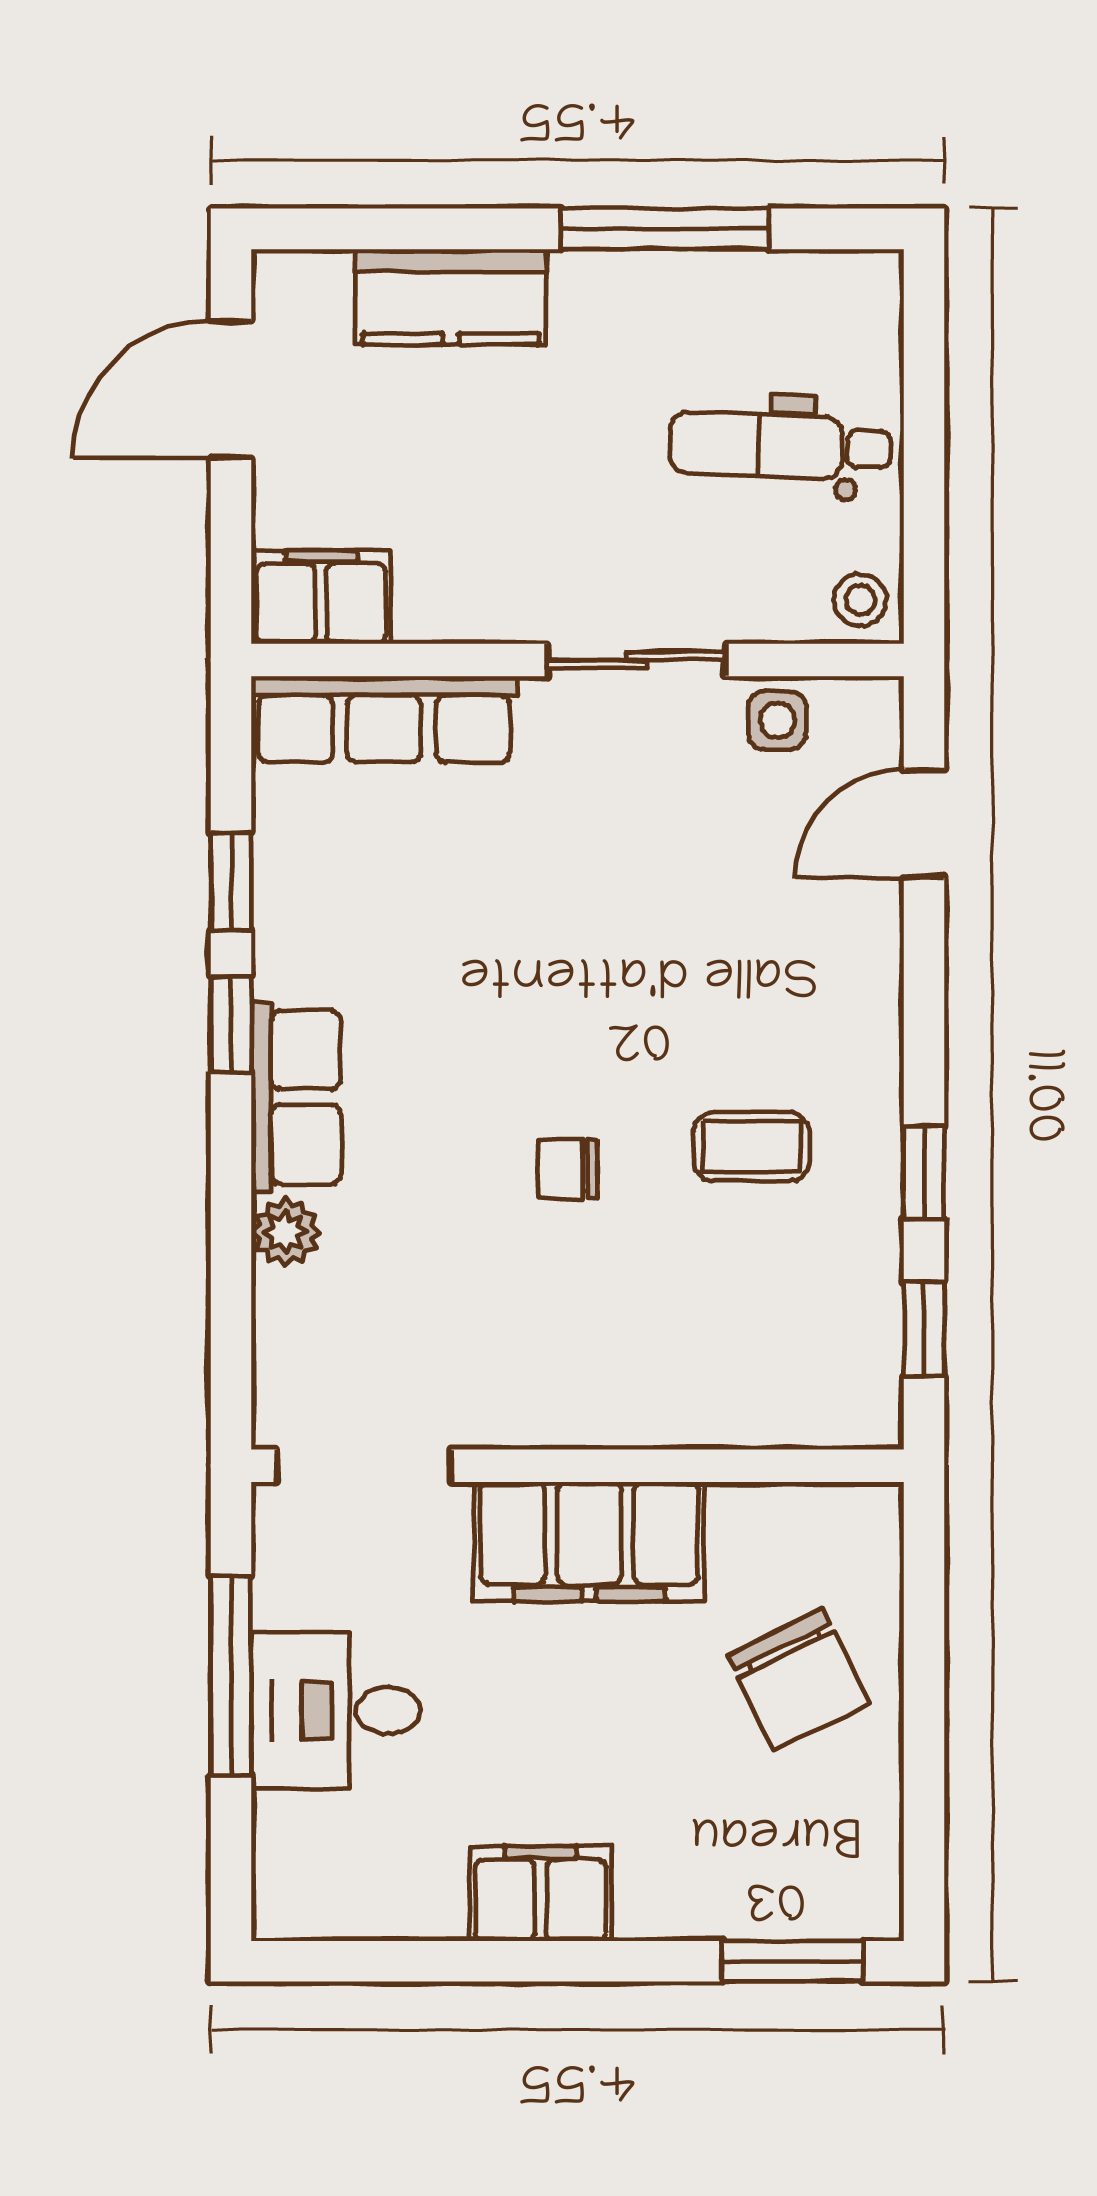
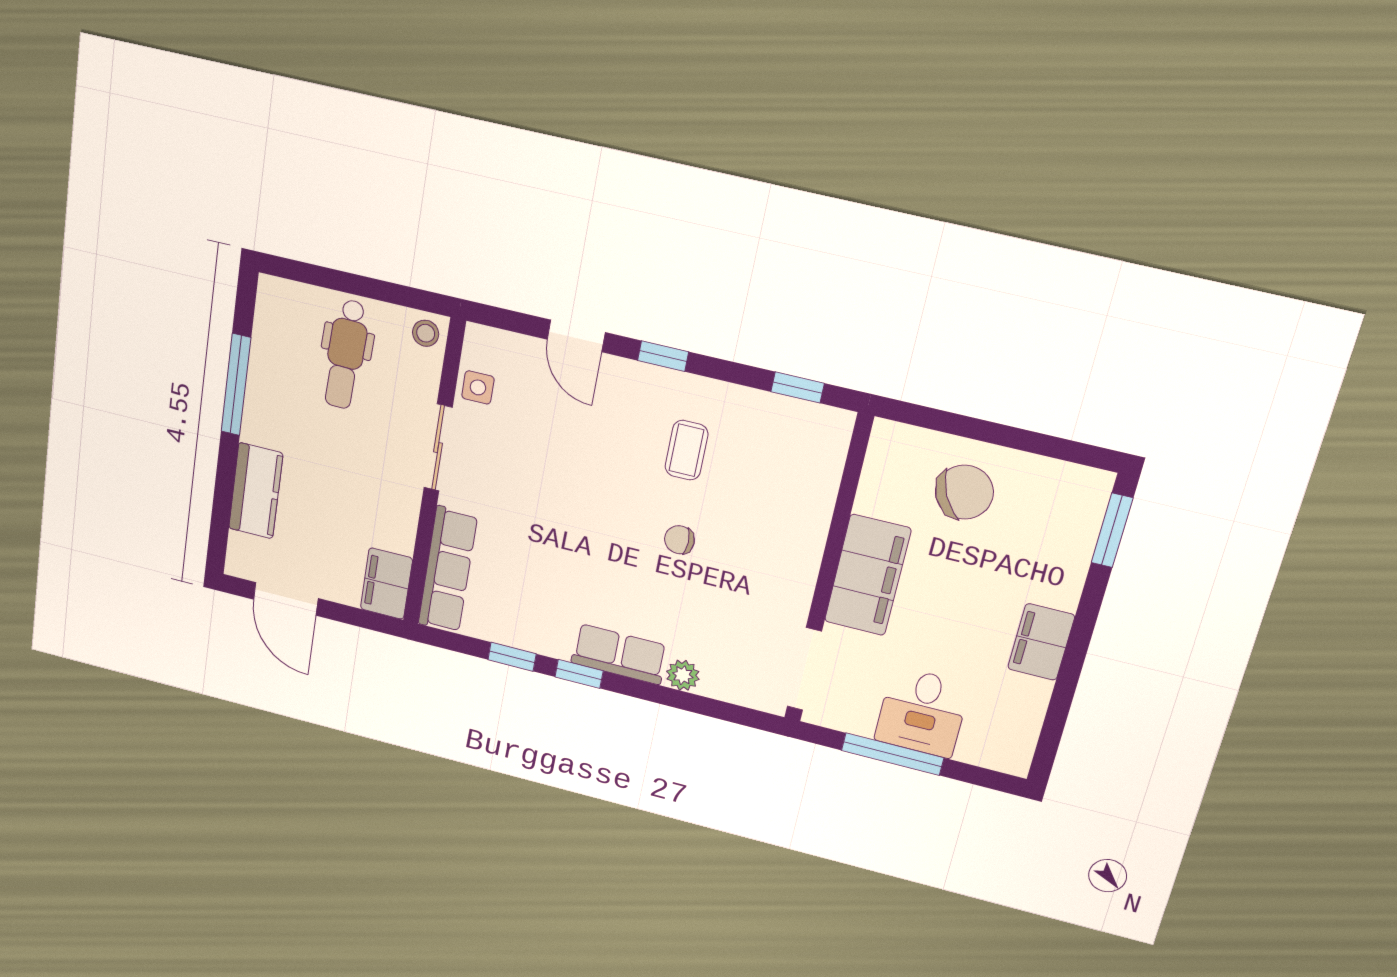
door: (924, 824) -> (576, 336), moved
chair: (568, 1169) -> (679, 540), turned 90
window: (924, 1172) -> (663, 356), moved

